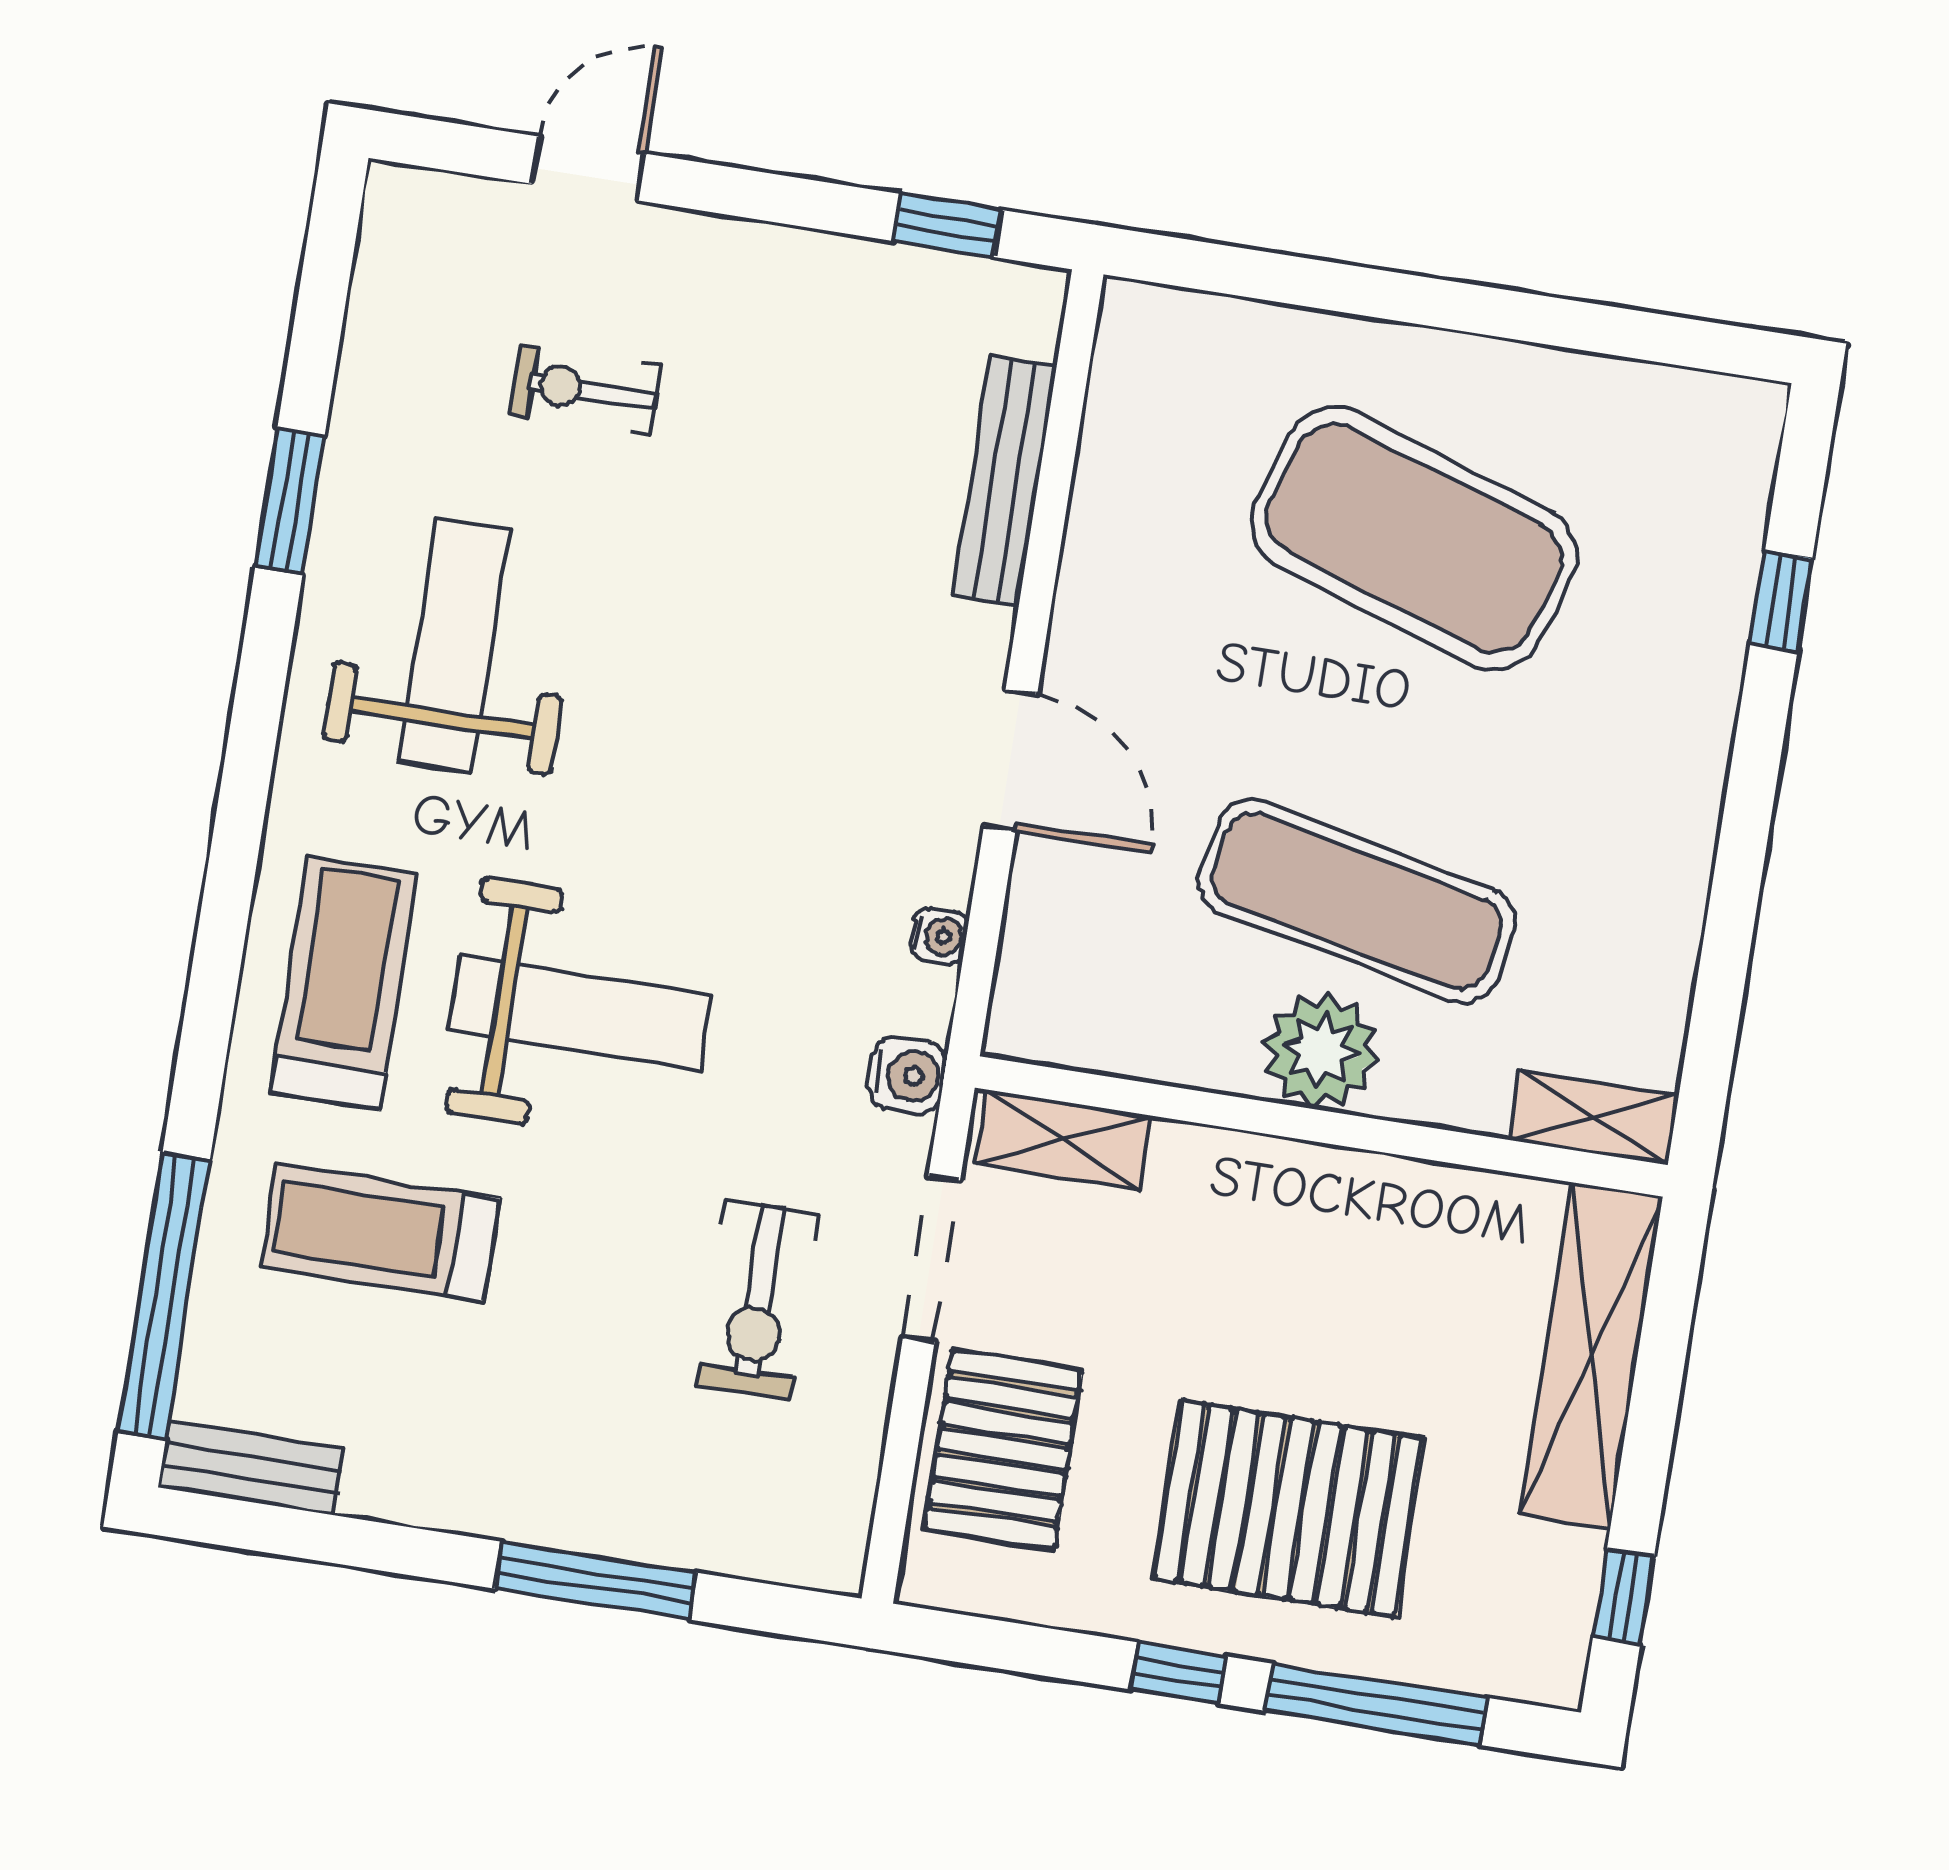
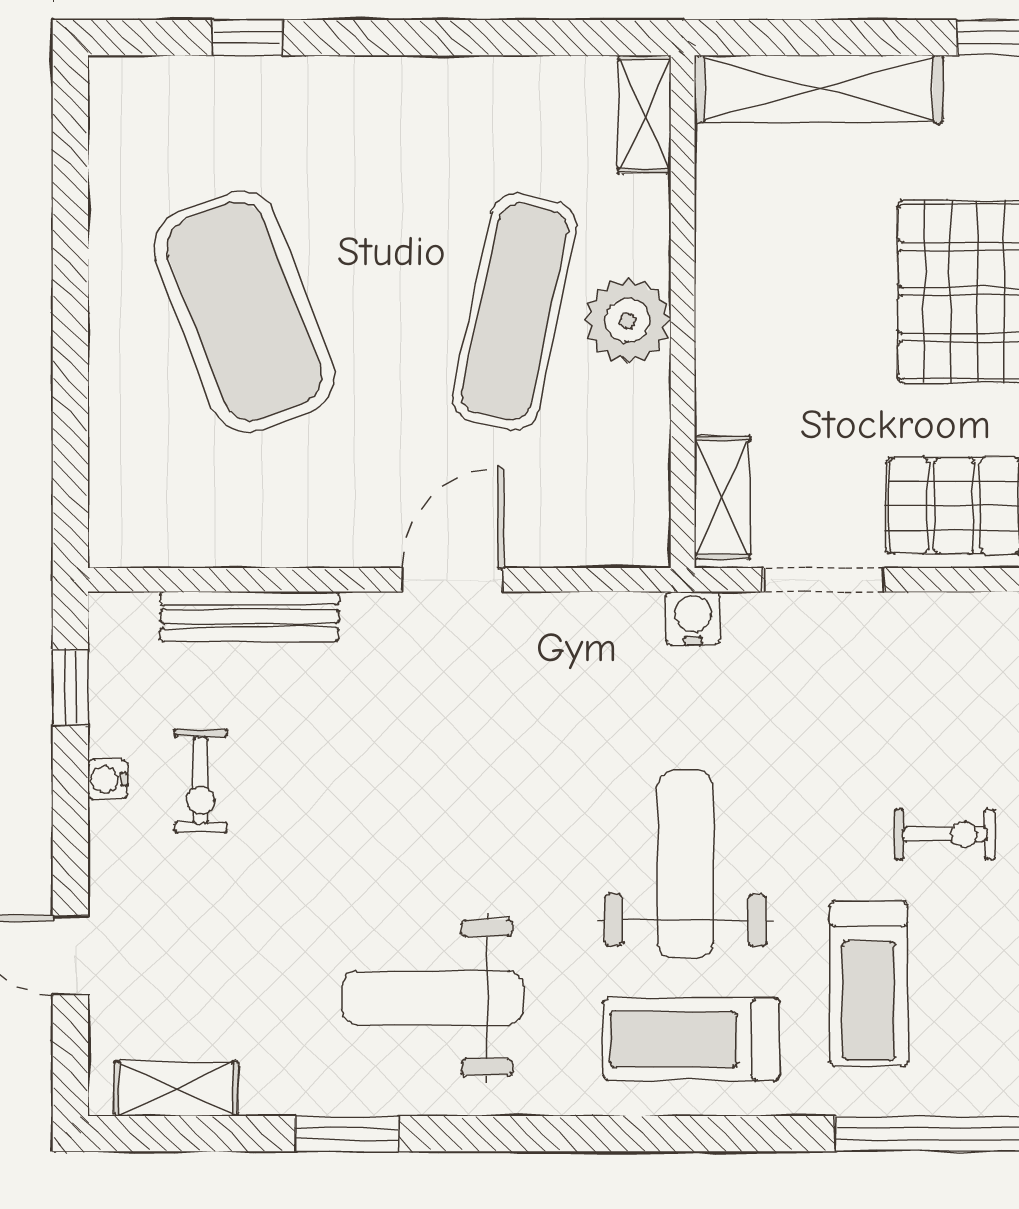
shelving: (387, 282) -> (176, 1089), added
exercise bike: (586, 390) -> (201, 781), moved
exercise mat: (1414, 538) -> (244, 312), turned -39
water cooler: (940, 936) -> (108, 779), moved, turned -90
exercise bike: (759, 1301) -> (945, 834), moved, width x0.73, depth x0.72

